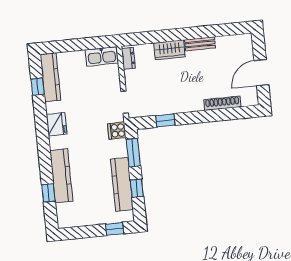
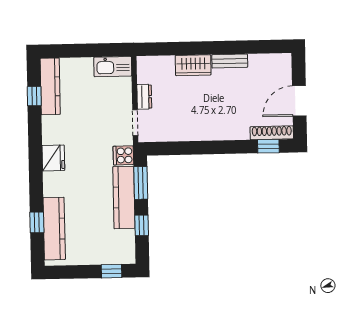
dresser: (128, 58) -> (144, 97), moved
shoe rack: (222, 103) -> (272, 133), moved
window: (165, 120) -> (268, 146), moved
fridge: (57, 124) -> (53, 158), moved
kitchen counter: (61, 176) -> (54, 229), moved
kitchen counter: (122, 184) -> (124, 197), moved

